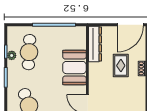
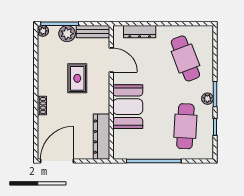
plant: (12, 55) -> (207, 99), moved
rug: (121, 66) -> (77, 78), moved

